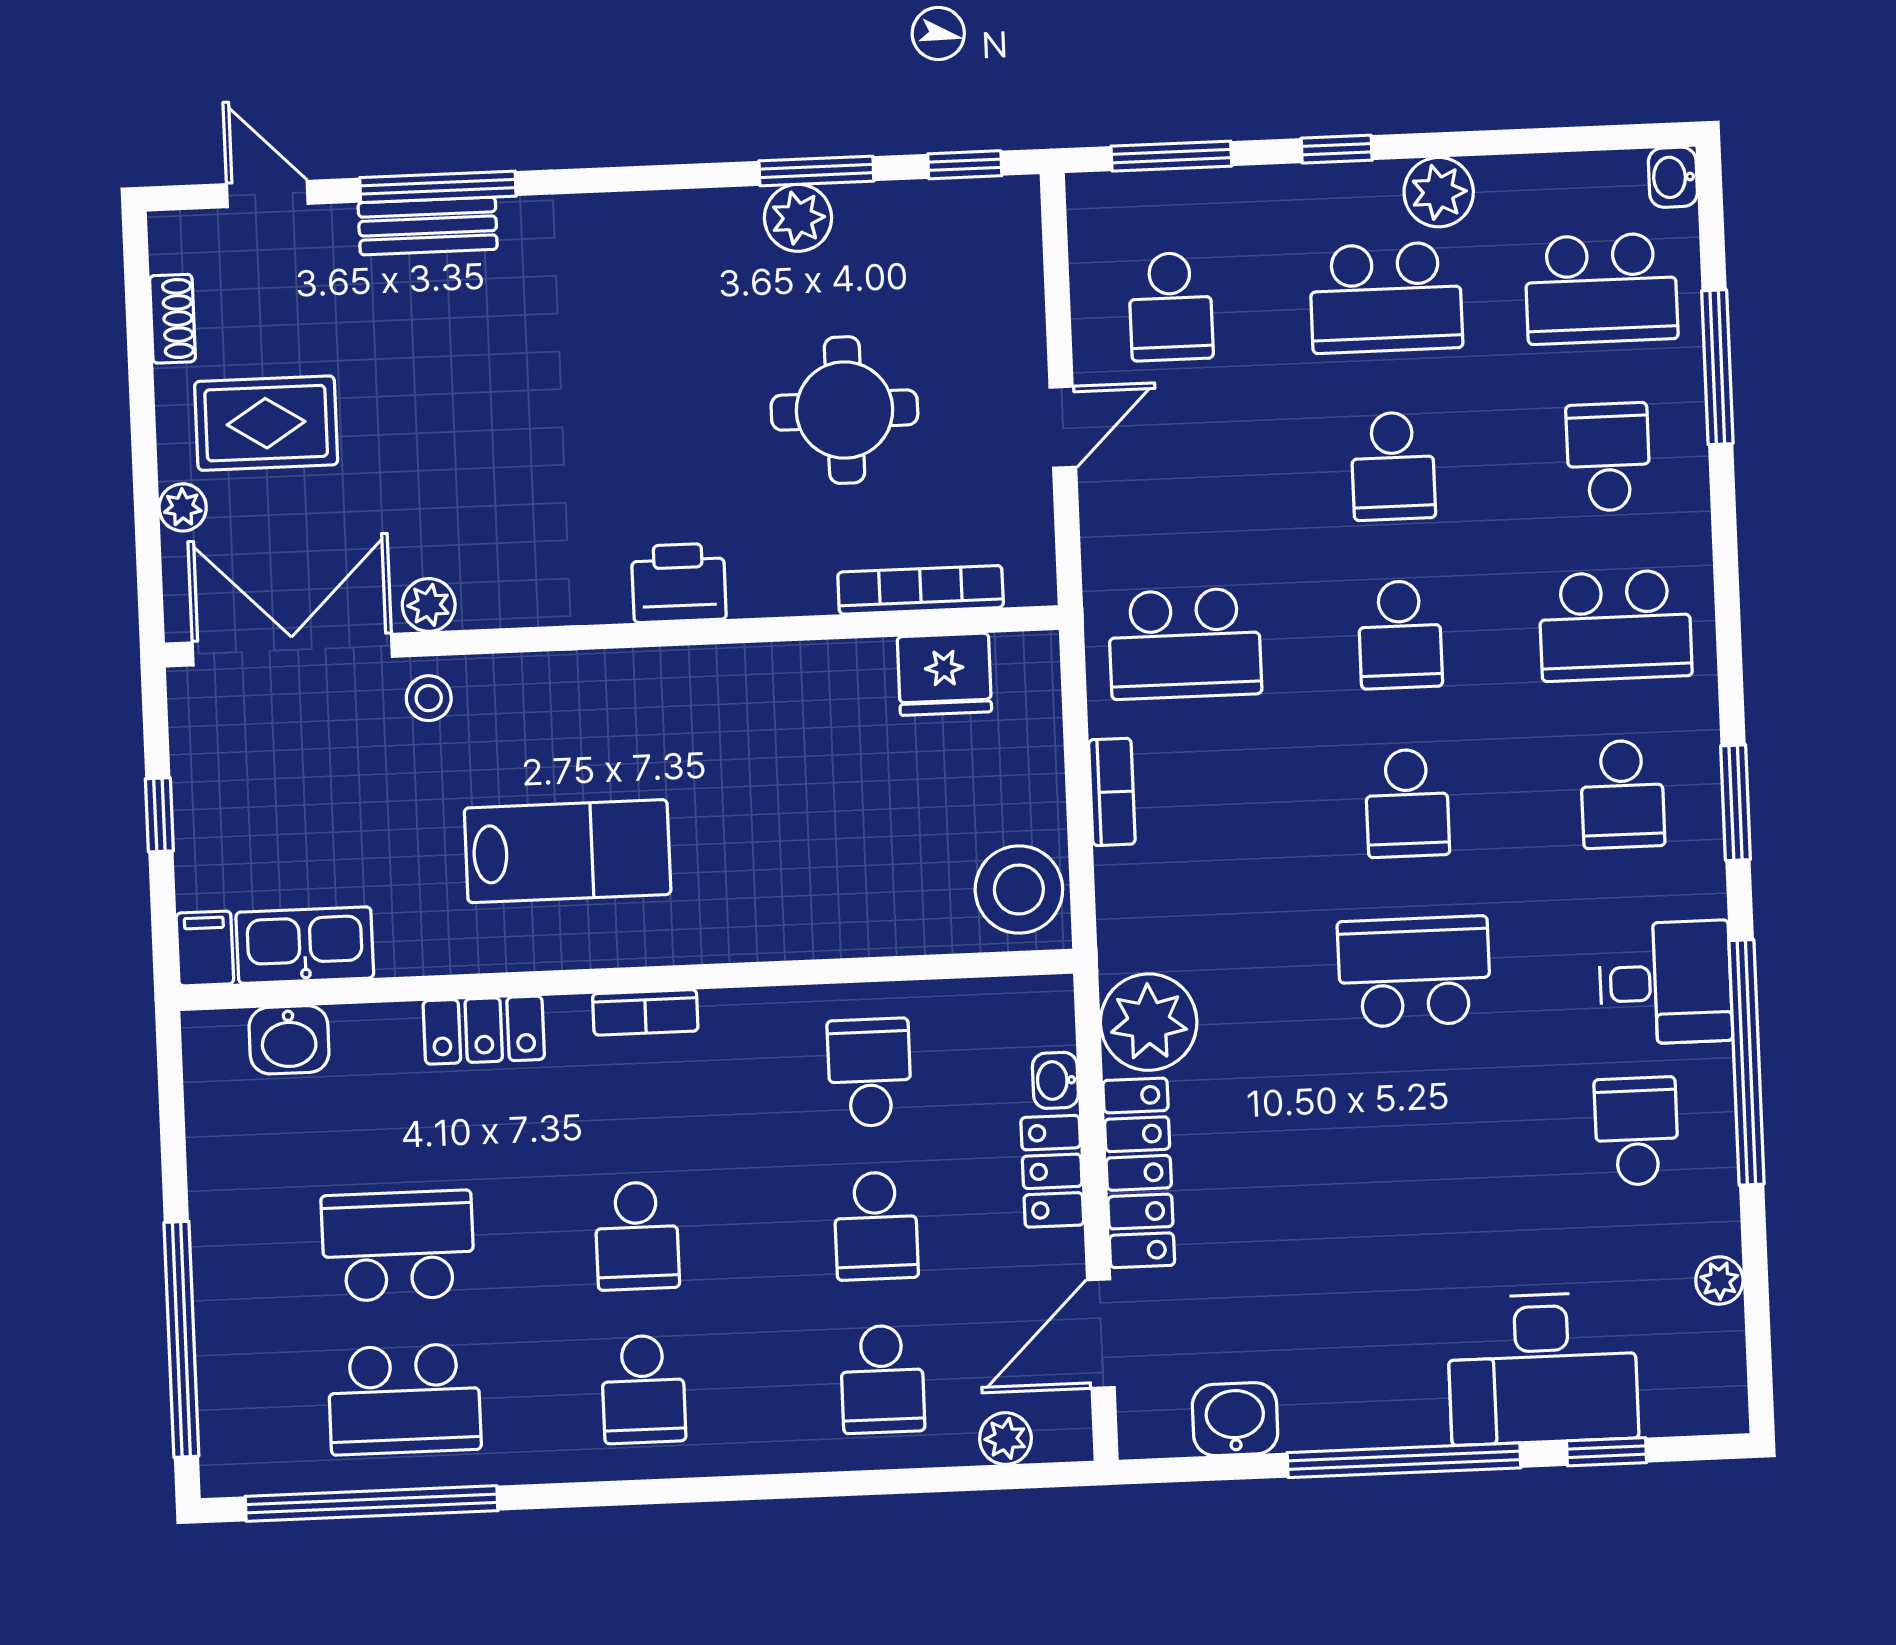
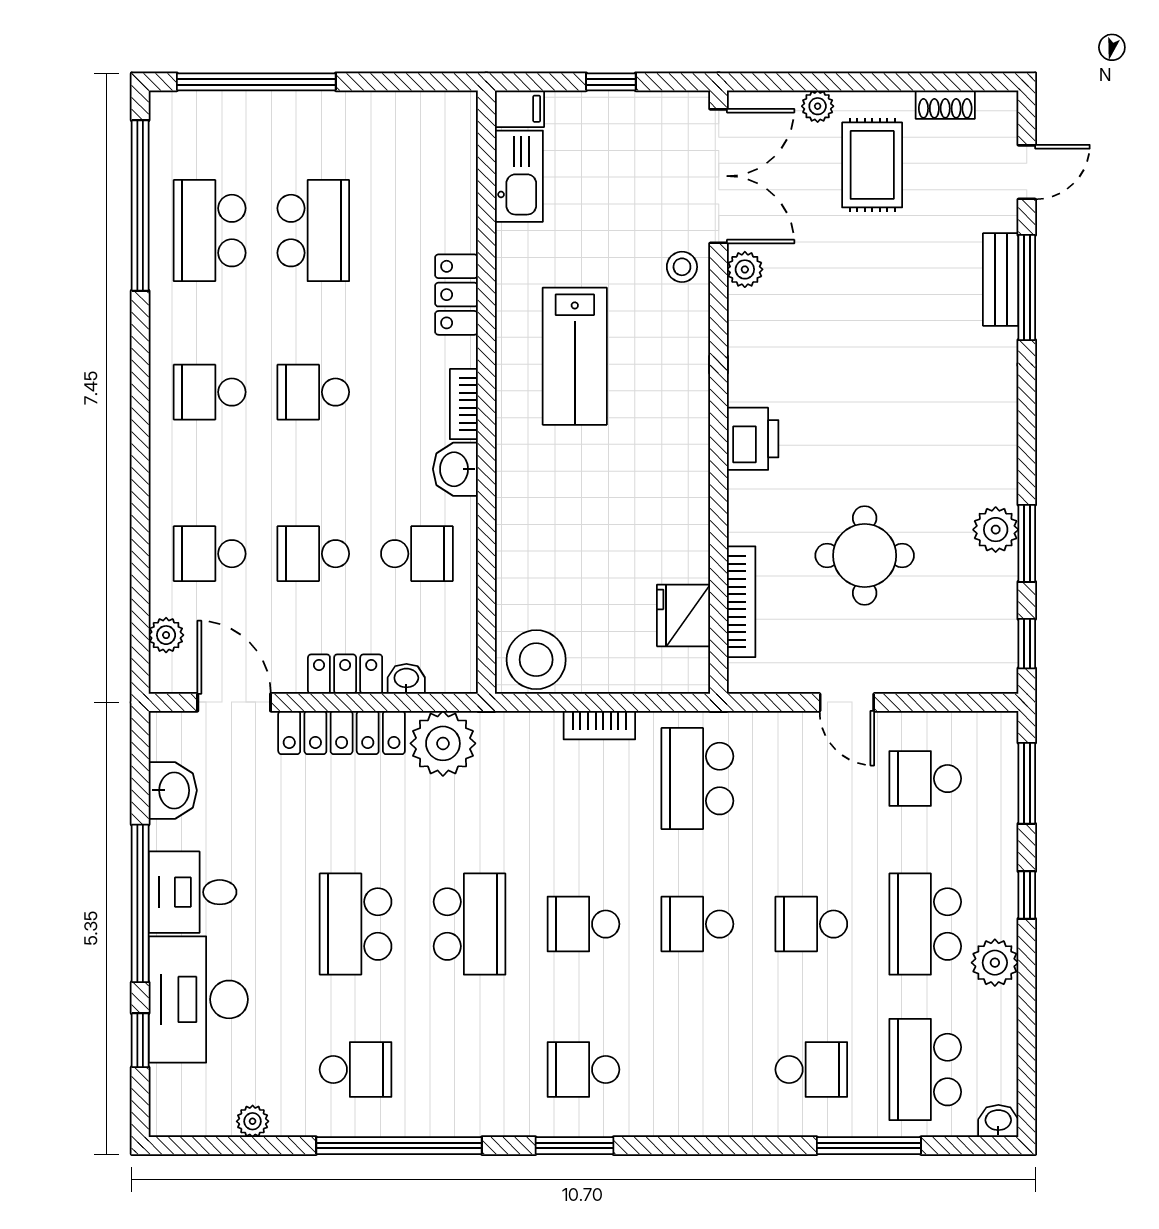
school desk: (1615, 626) -> (356, 924), moved
desk: (1665, 983) -> (193, 892), moved, turned 90
washbasin: (289, 1040) -> (455, 469), moved

